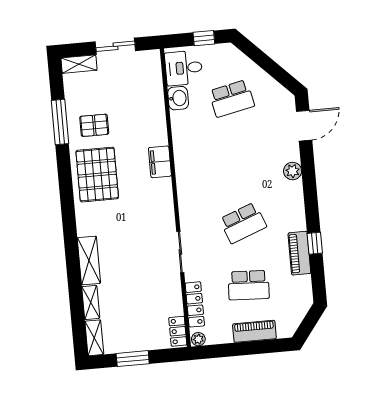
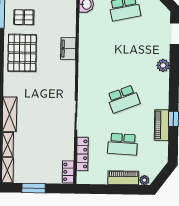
plant: (198, 339) -> (144, 180), moved

